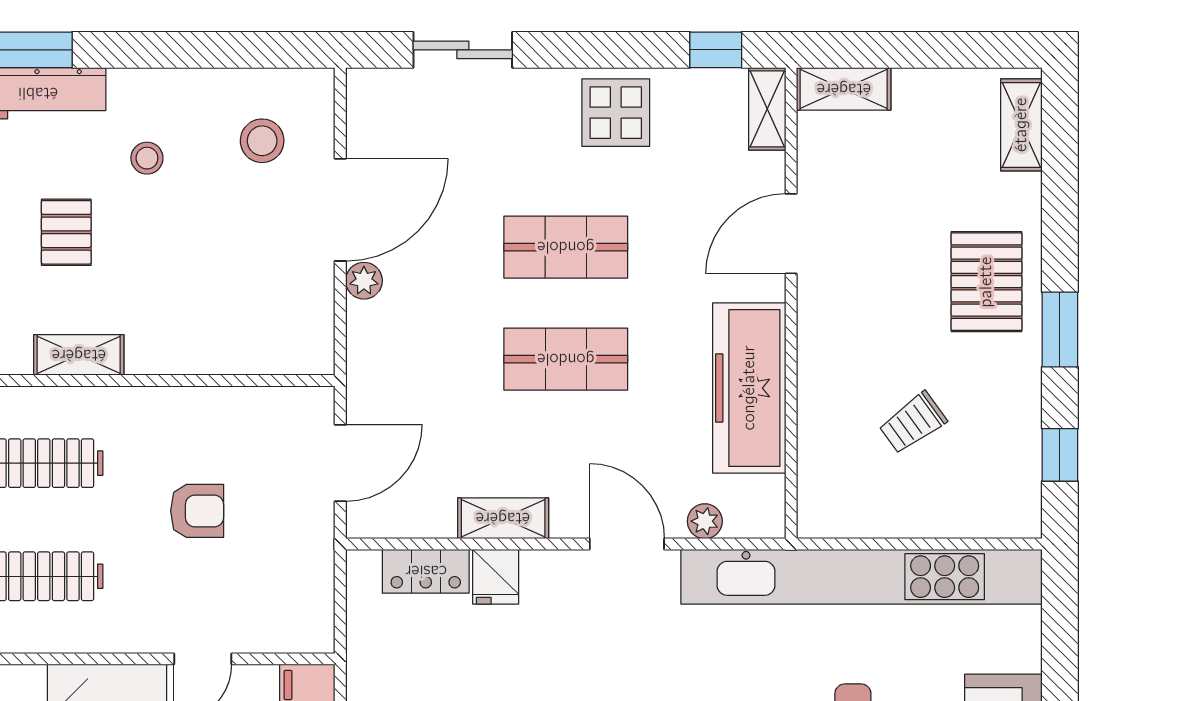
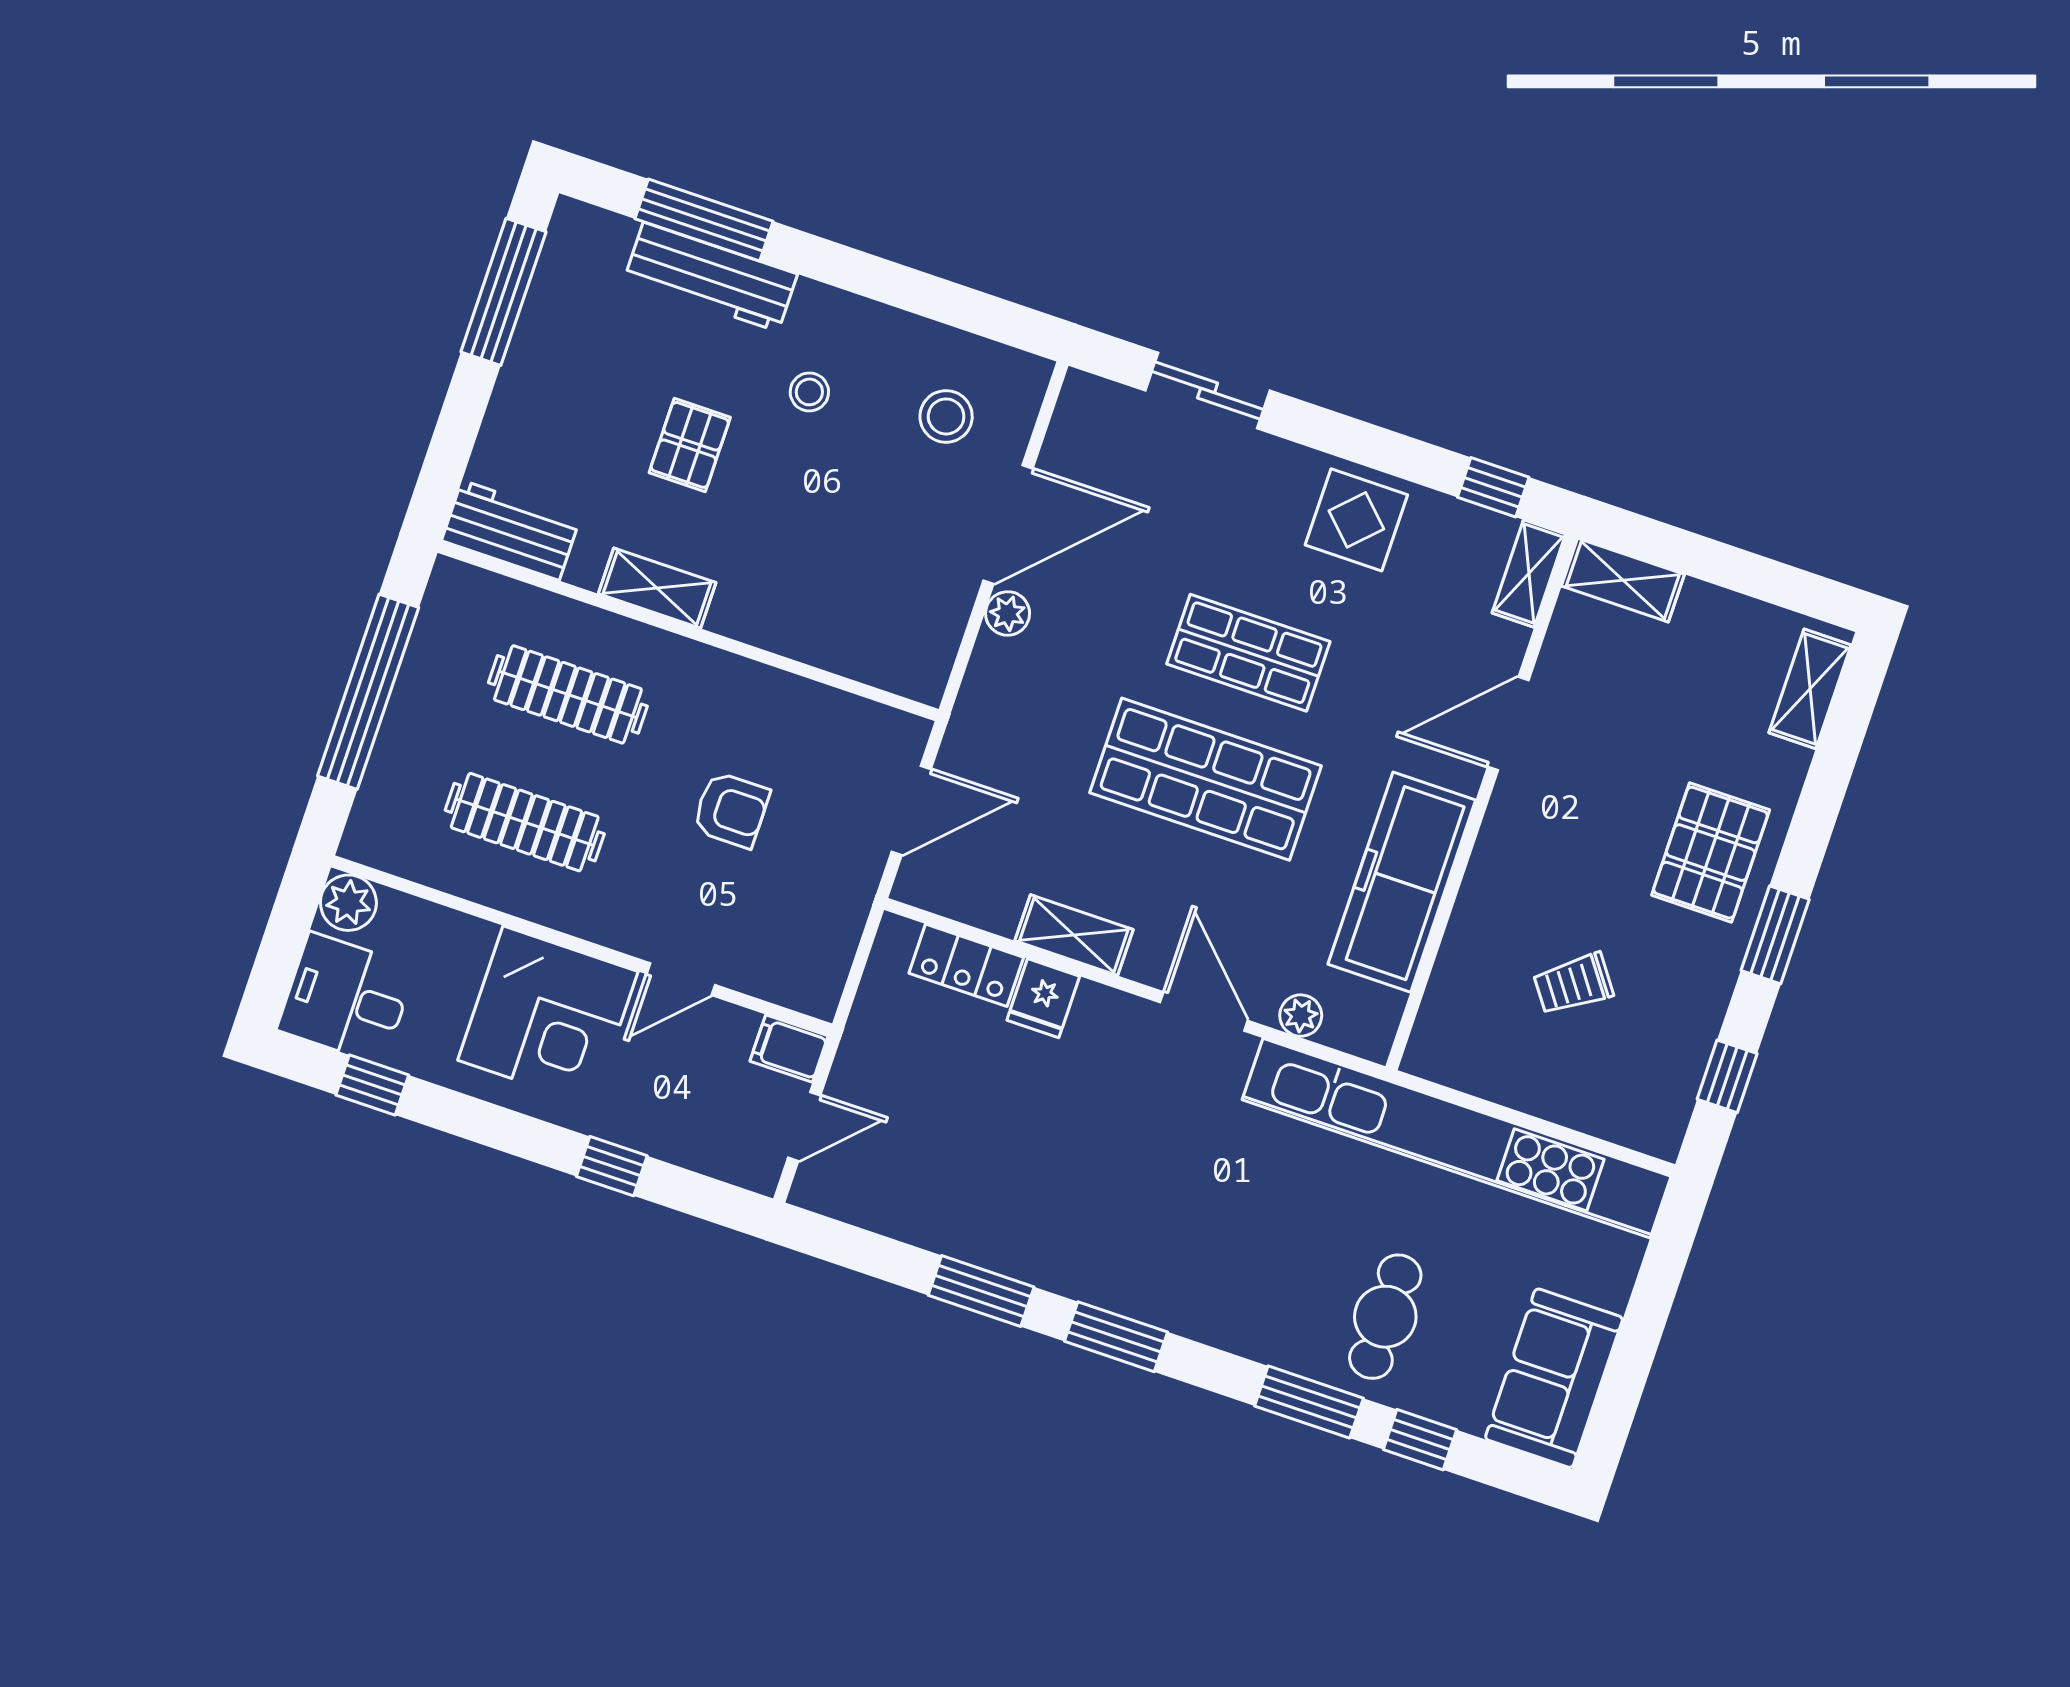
shop shelf: (566, 359) -> (1206, 779), width x1.43, depth x1.36

